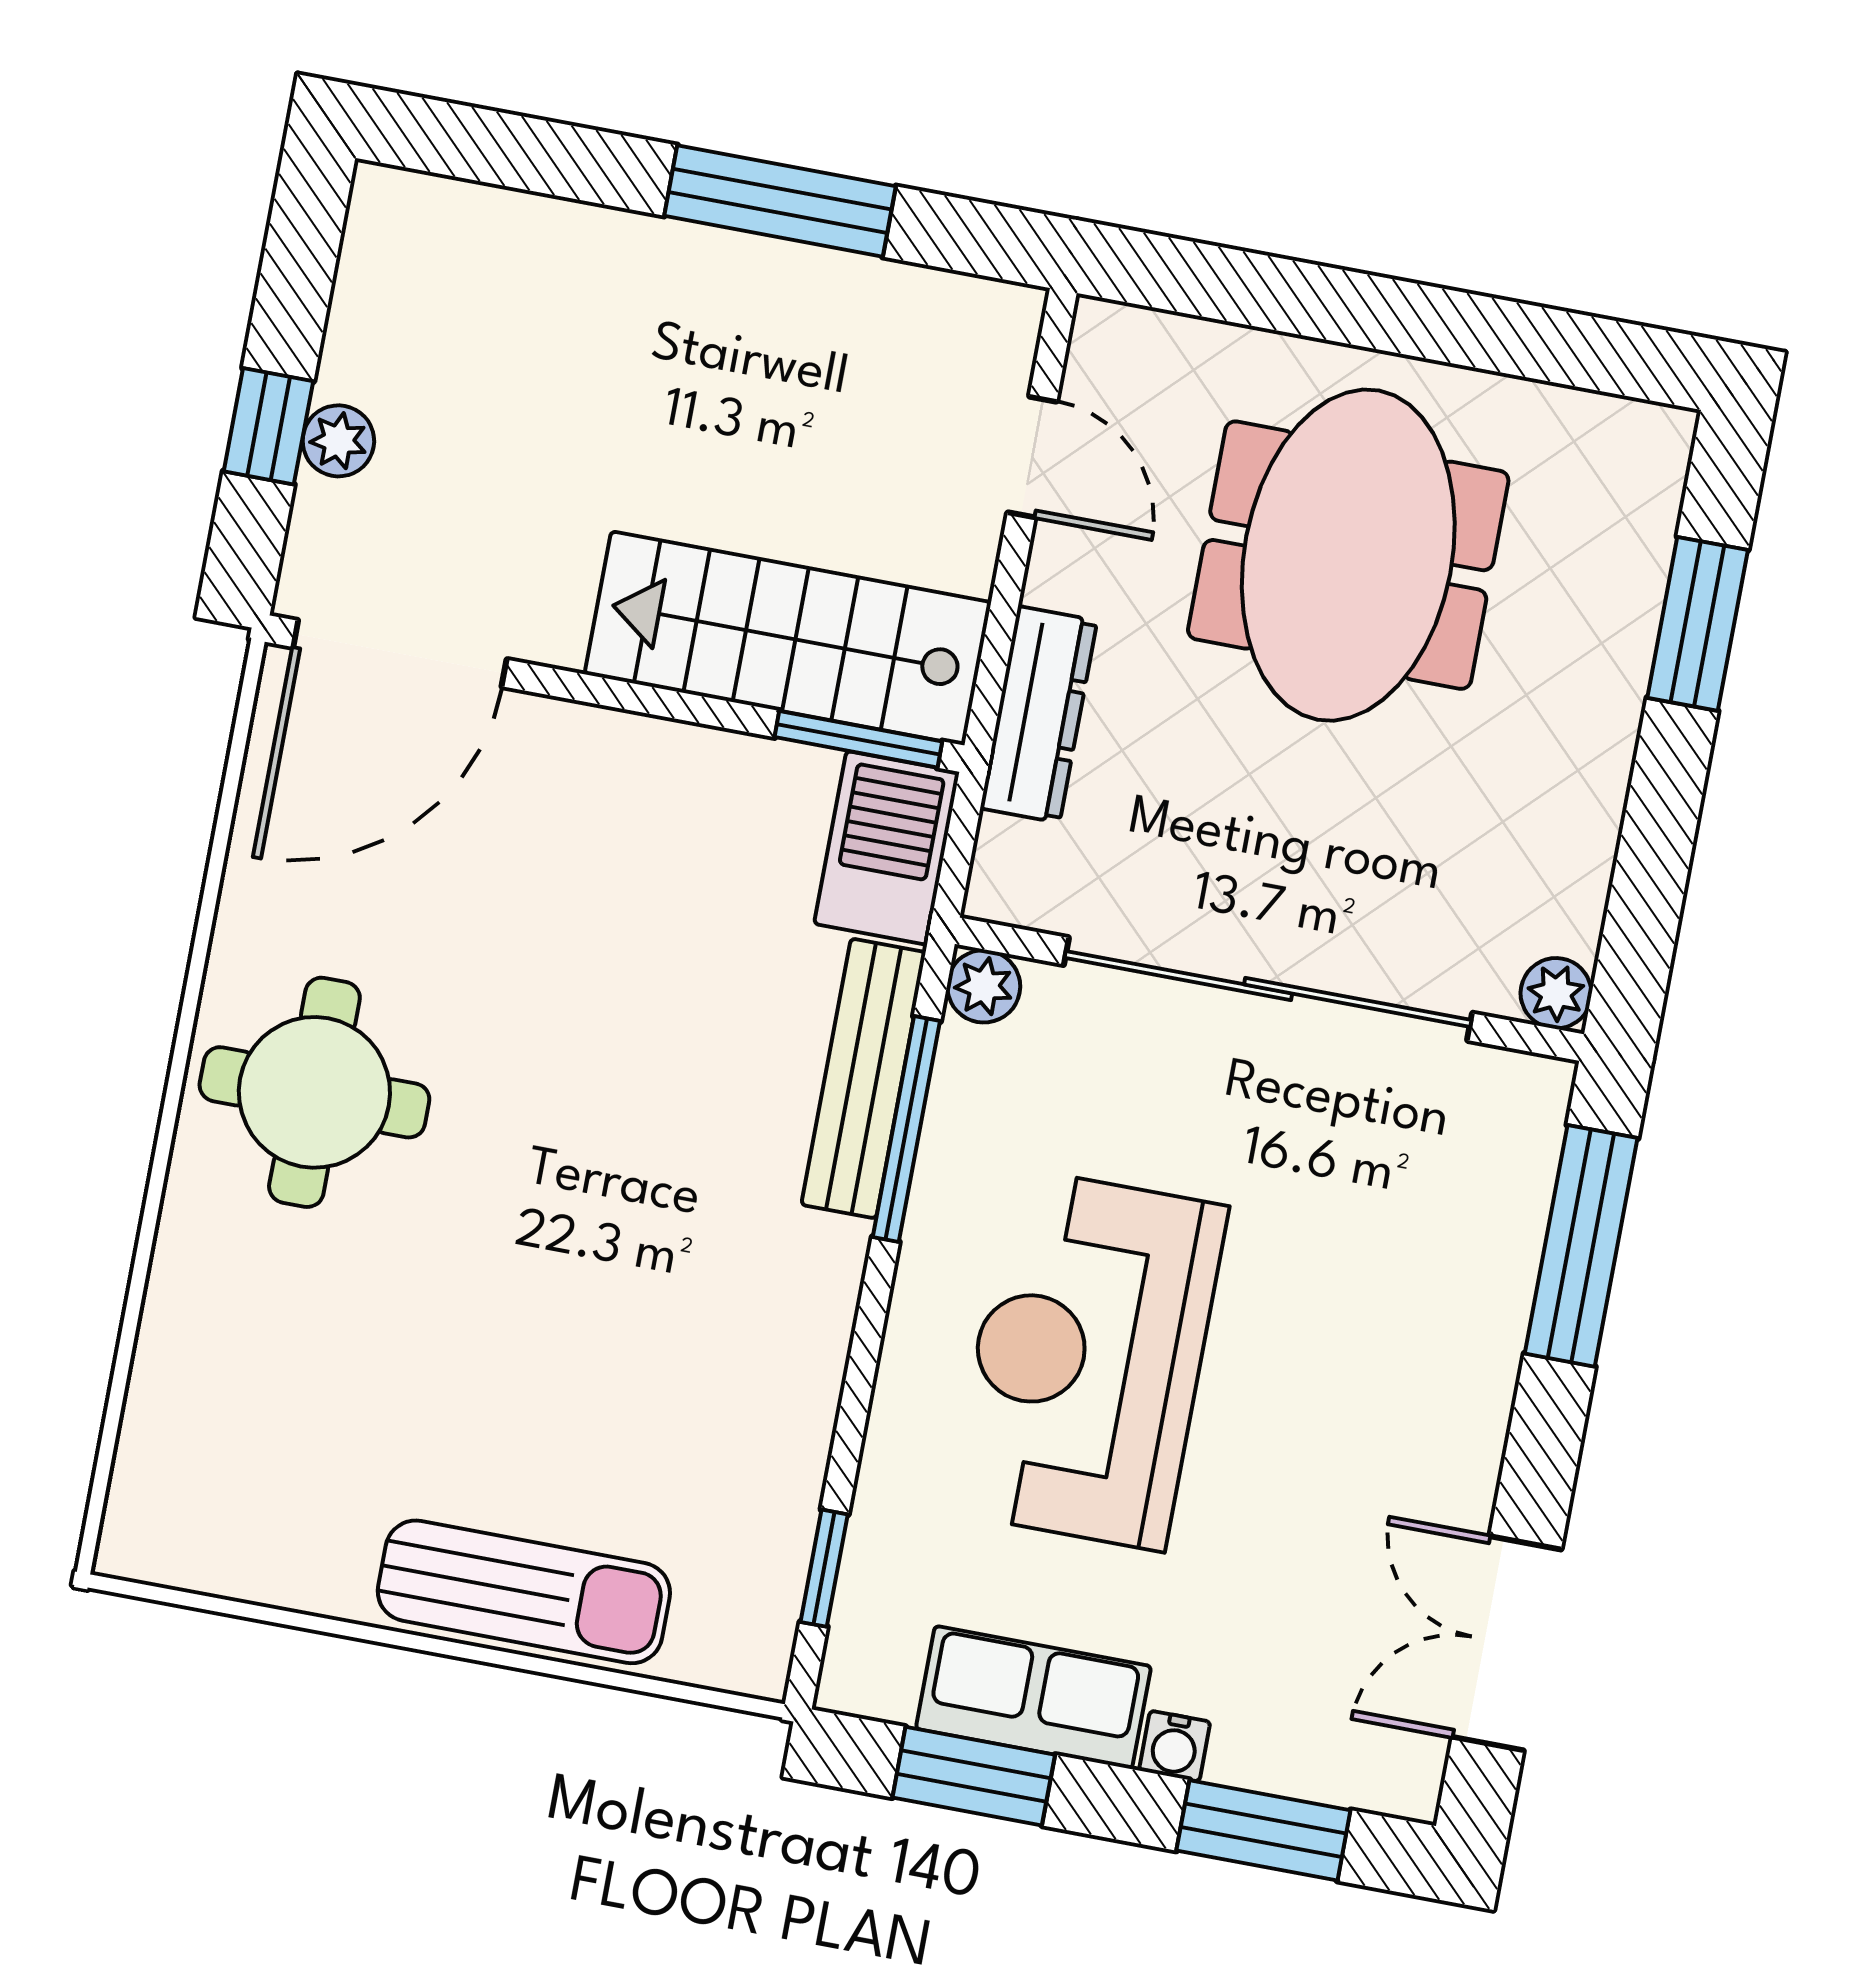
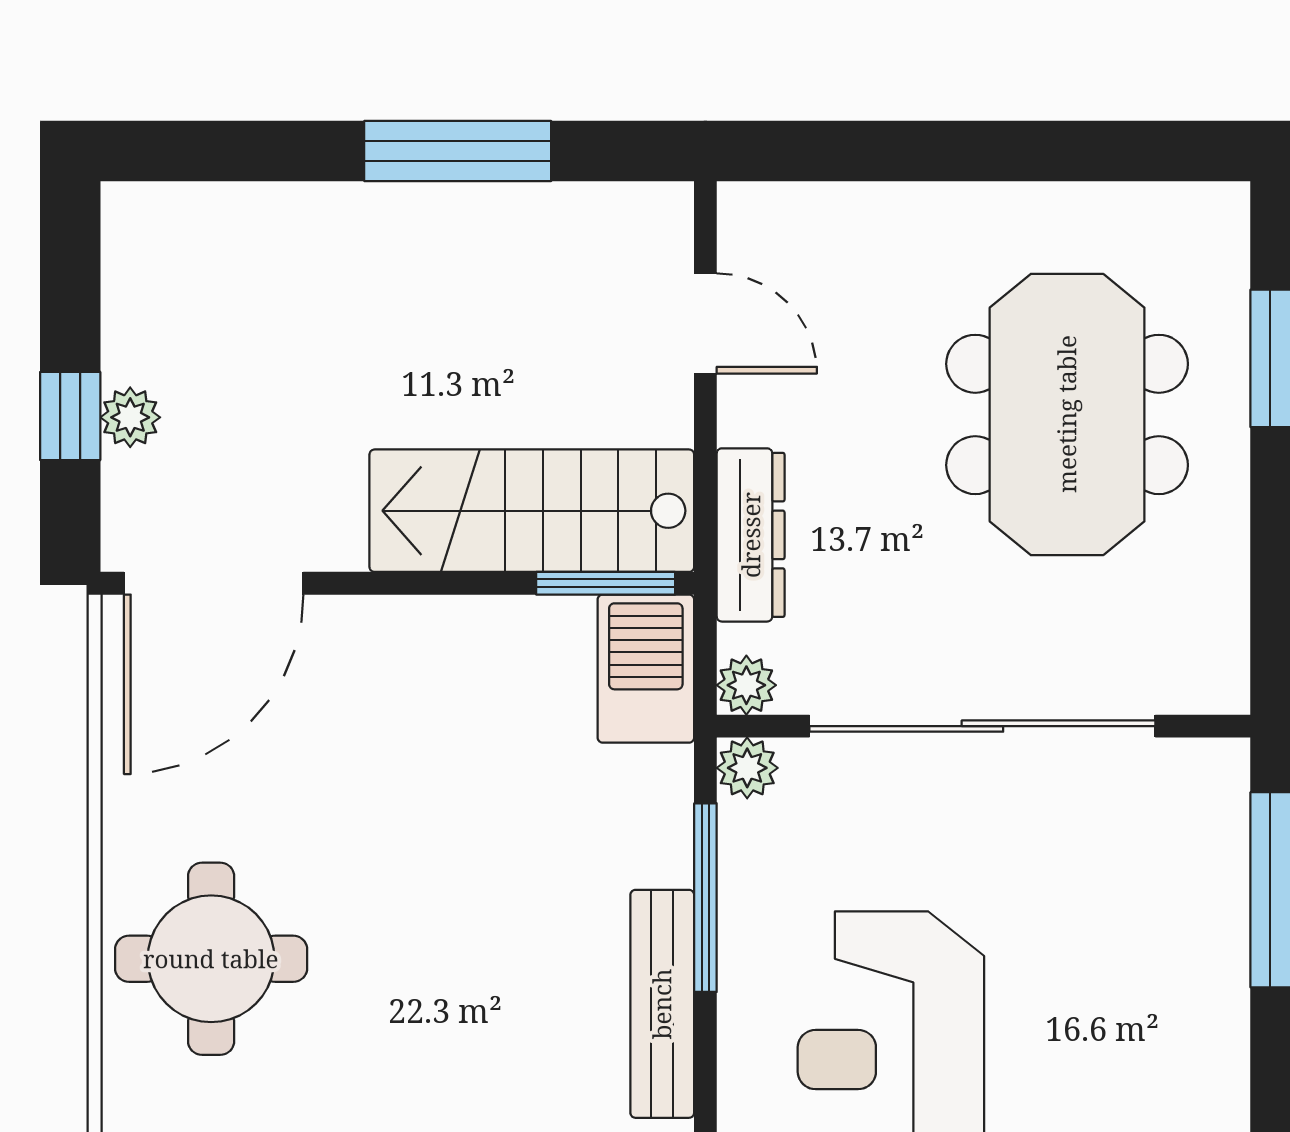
meeting table: (1348, 555) -> (1067, 414), moved
plant: (1556, 993) -> (746, 685), moved
bench: (864, 1078) -> (662, 1004), moved

